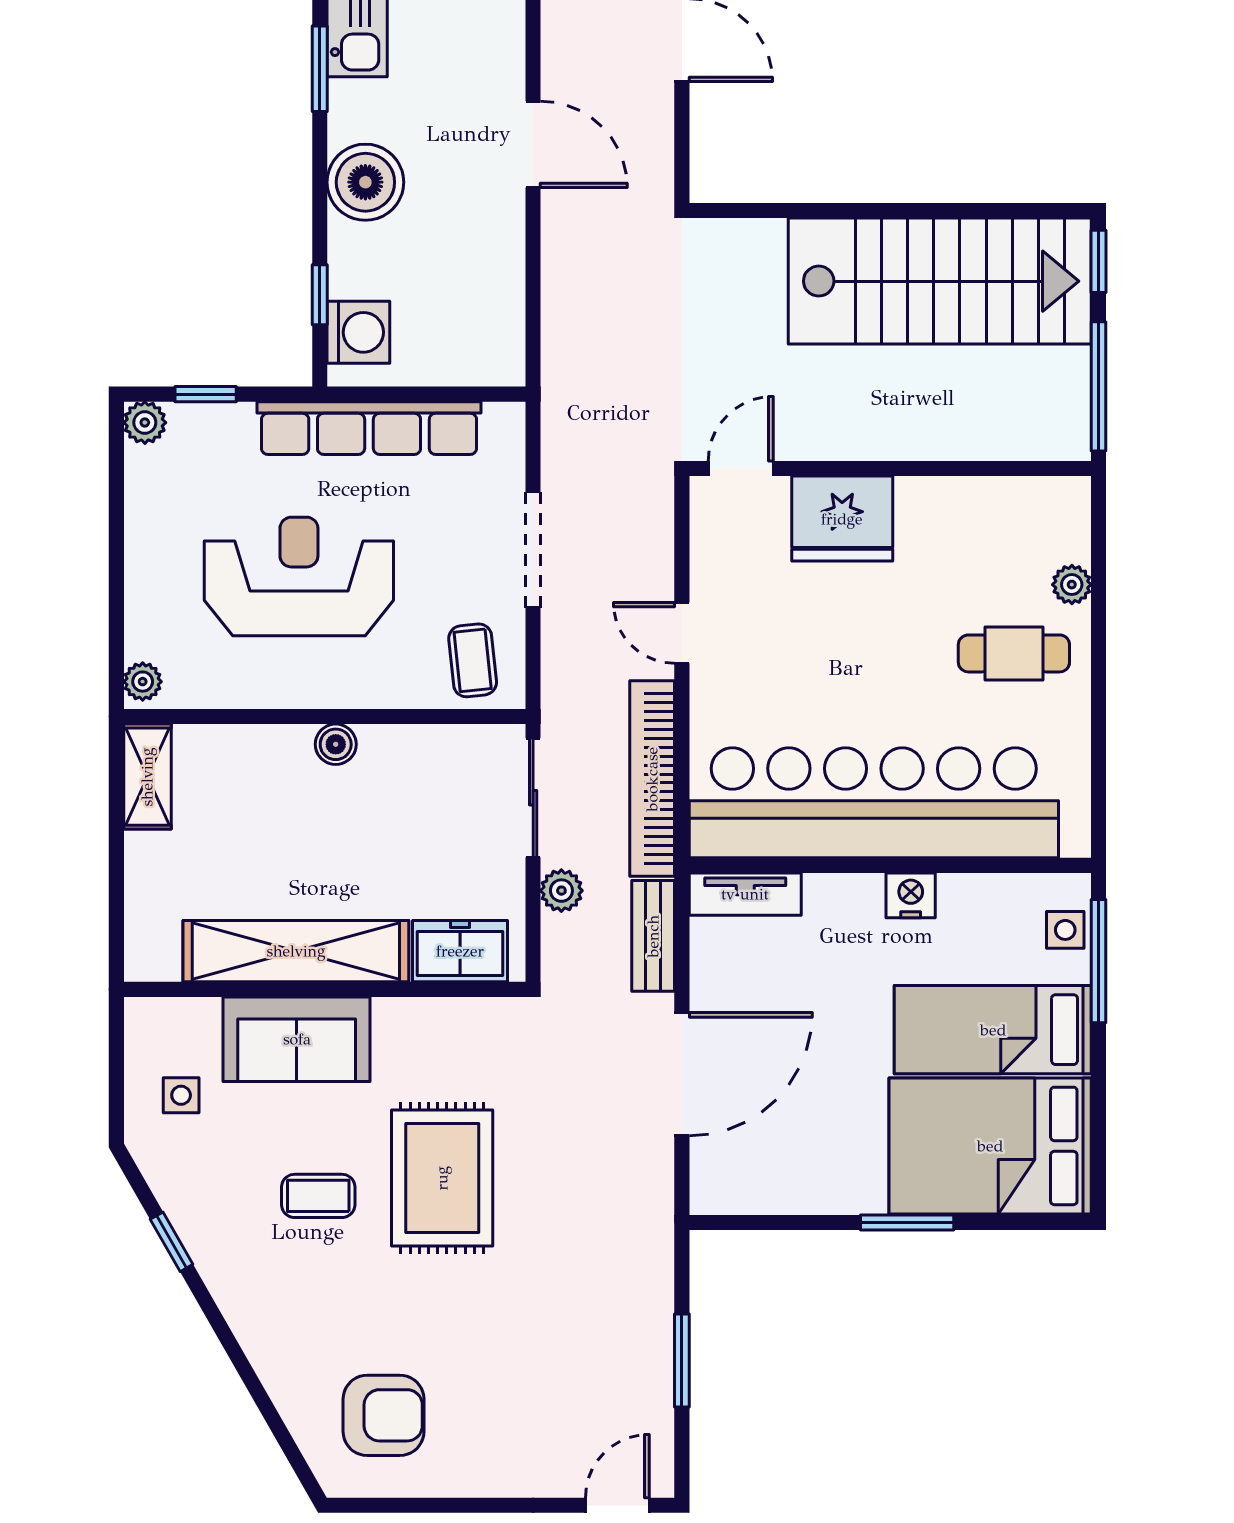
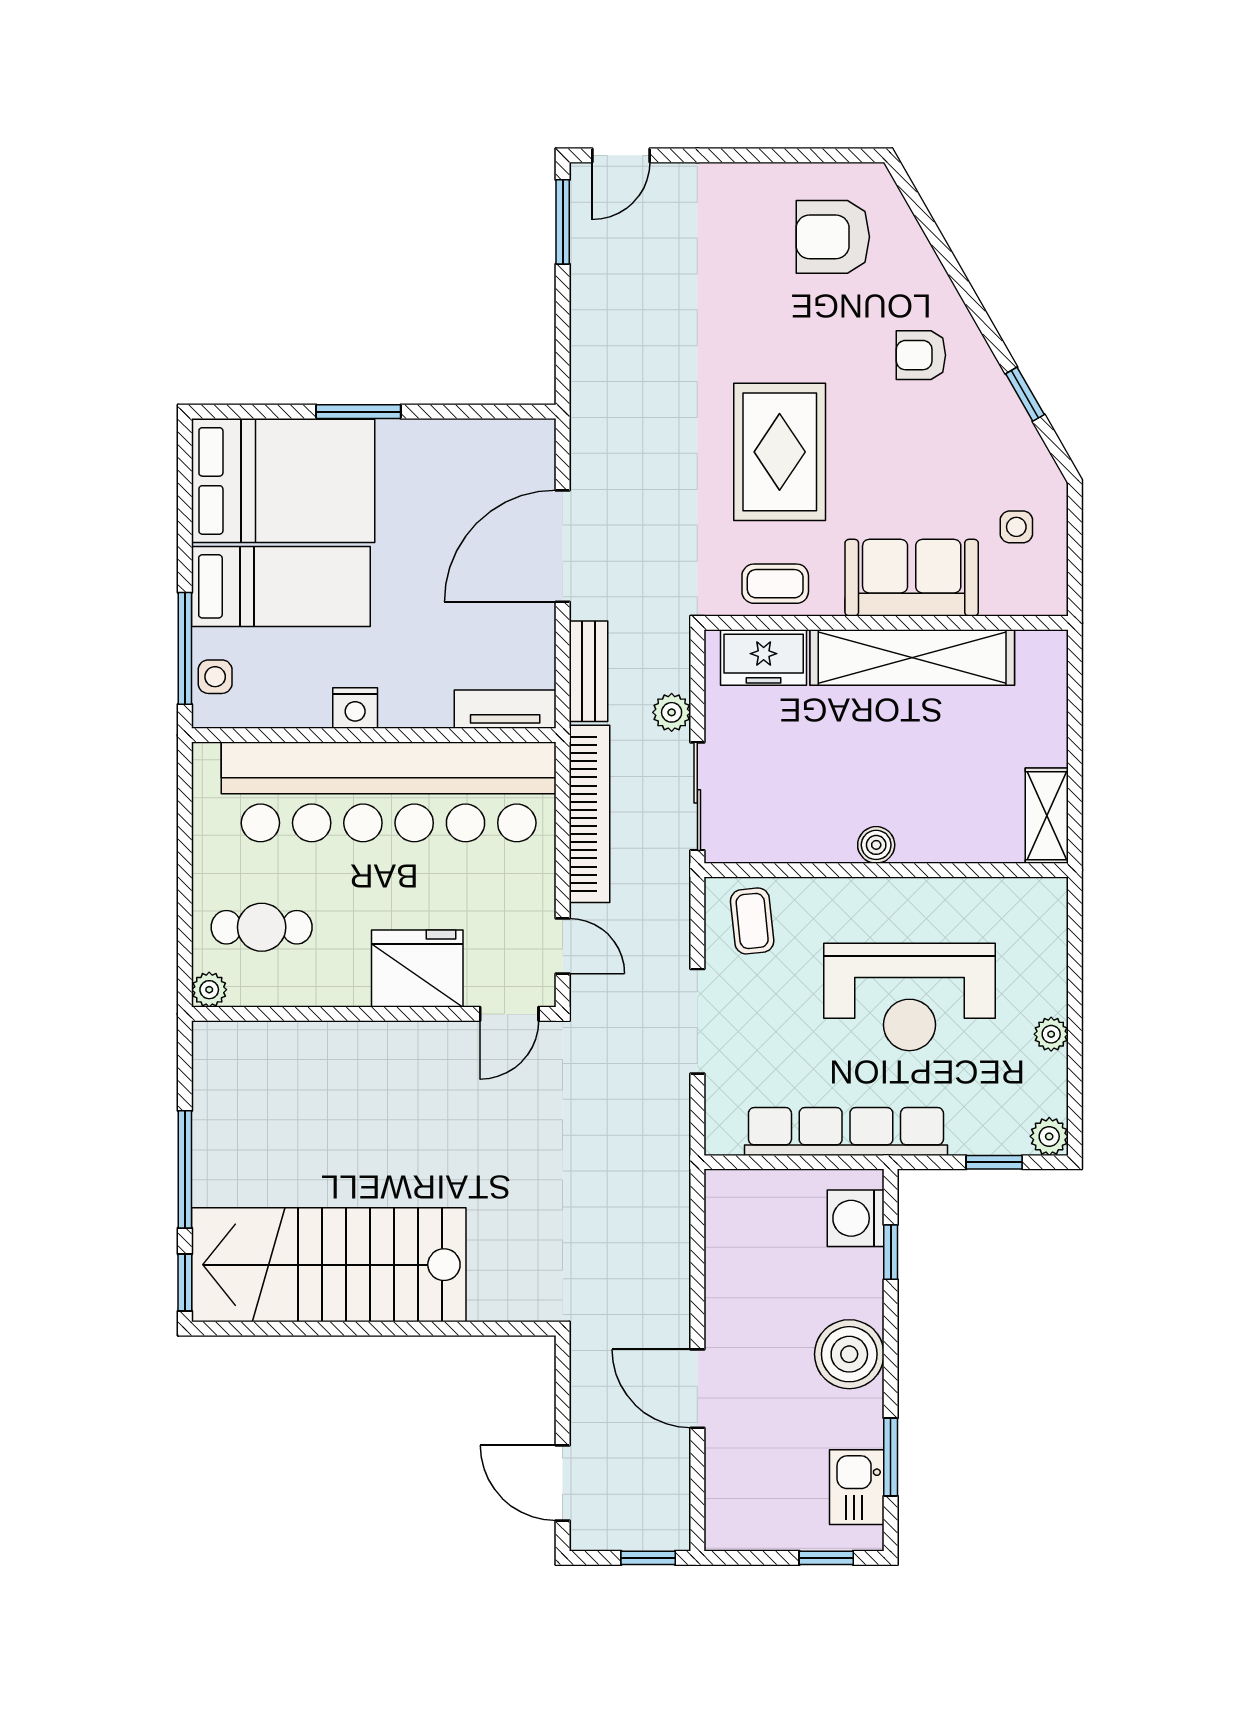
door: (741, 468) -> (509, 1014), moved
wall: (890, 468) -> (374, 1014), moved
fridge: (842, 519) -> (417, 969), moved
plant: (143, 682) -> (1051, 1034), moved
coffee table: (318, 1196) -> (775, 584), moved
armchair: (286, 1285) -> (921, 355), added
window: (682, 1361) -> (563, 222), moved

